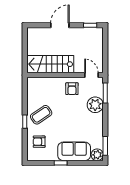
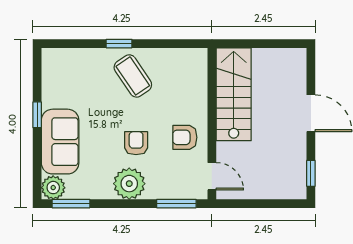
door: (92, 75) -> (212, 176), hinge flipped
plant: (95, 105) -> (129, 184), moved
armchair: (39, 142) -> (136, 143), moved

